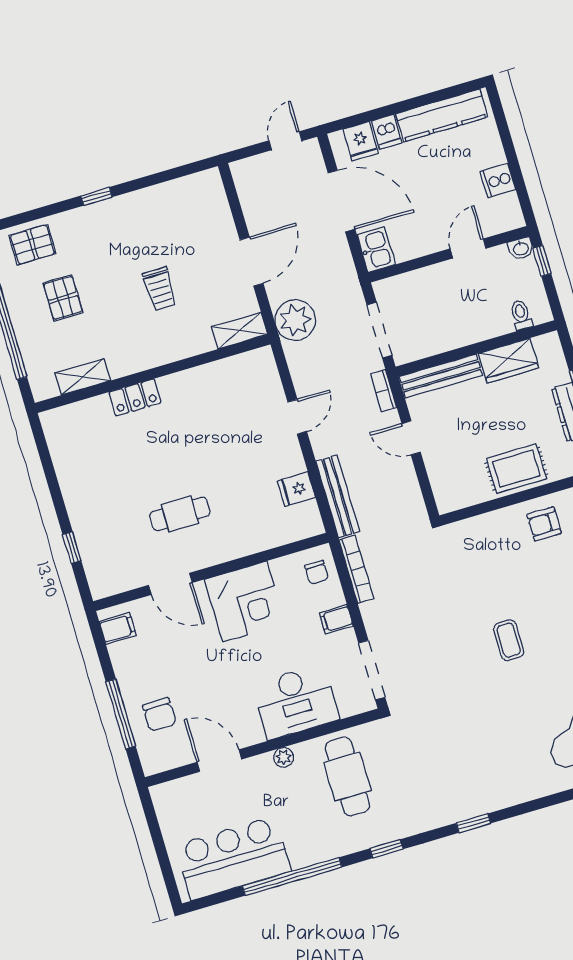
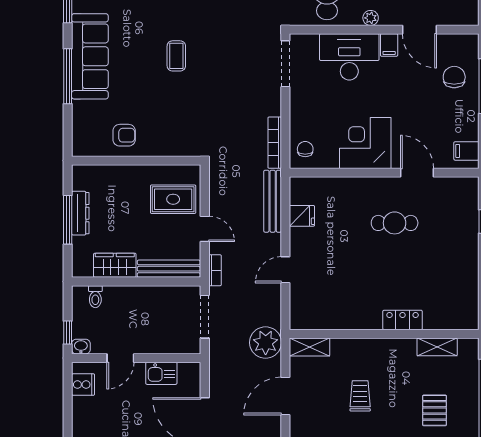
cooker: (498, 181) -> (83, 385), moved
kitchen sink: (376, 250) -> (161, 373), moved, turned -90
rug: (516, 469) -> (173, 199), moved
filing cabinet: (336, 619) -> (389, 45), moved, turned 90

